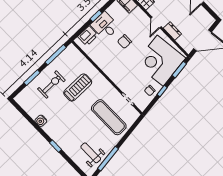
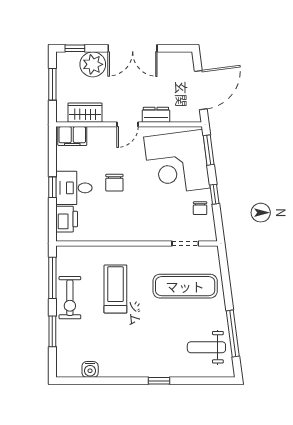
door: (156, 23) -> (128, 124), hinge flipped
exercise bike: (51, 85) -> (70, 298), moved, turned 180
water cooler: (41, 121) -> (90, 369), moved

